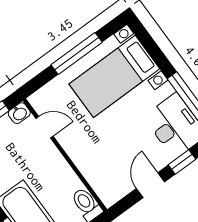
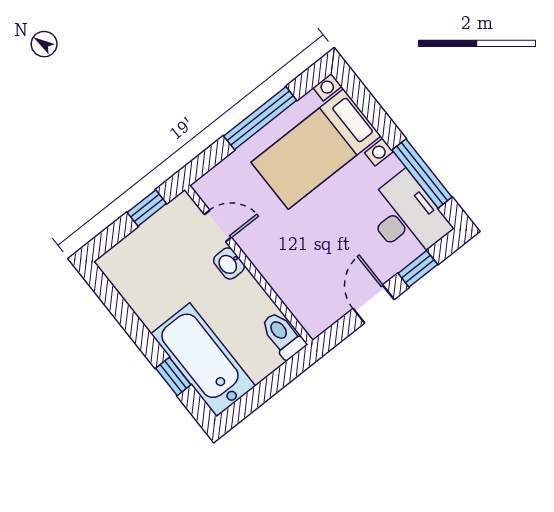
washbasin: (19, 113) -> (229, 263), moved, turned 90

